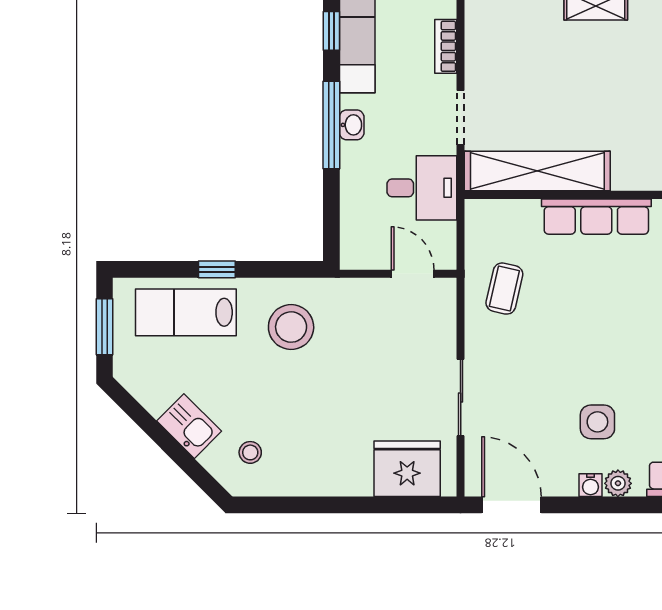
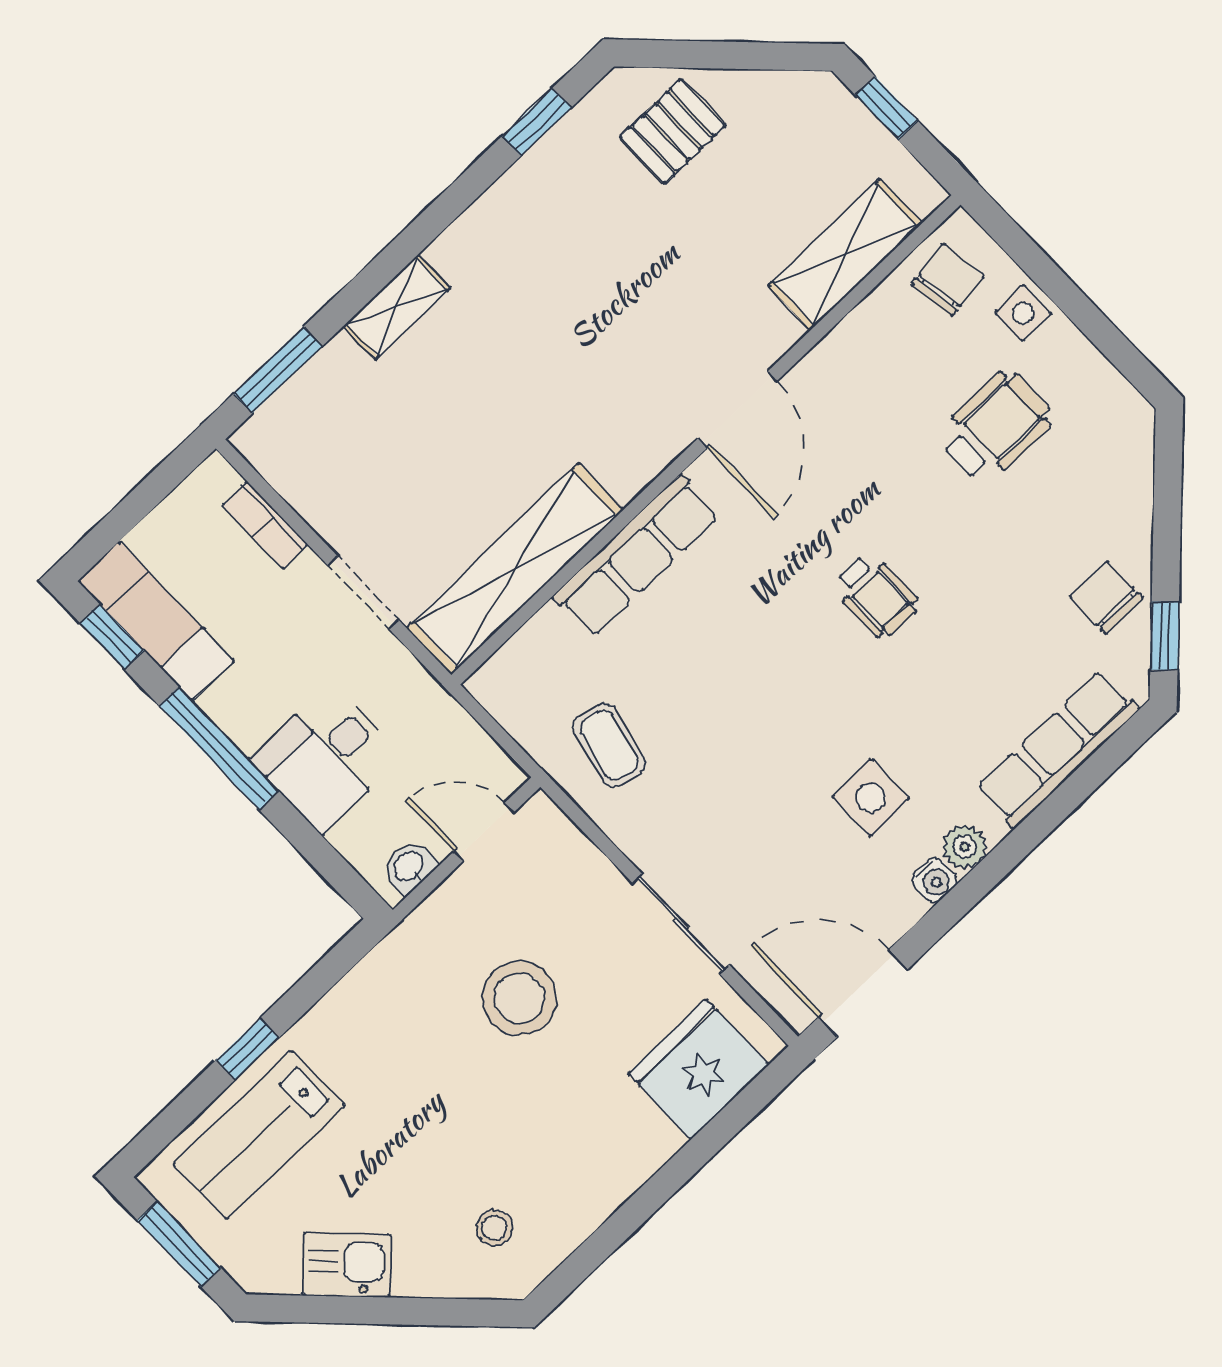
washbasin: (352, 125) -> (409, 867), moved, turned -90
desk: (422, 188) -> (326, 758), moved, turned 180
stool: (291, 327) -> (519, 998), moved
kitchen sink: (189, 426) -> (347, 1265), moved

